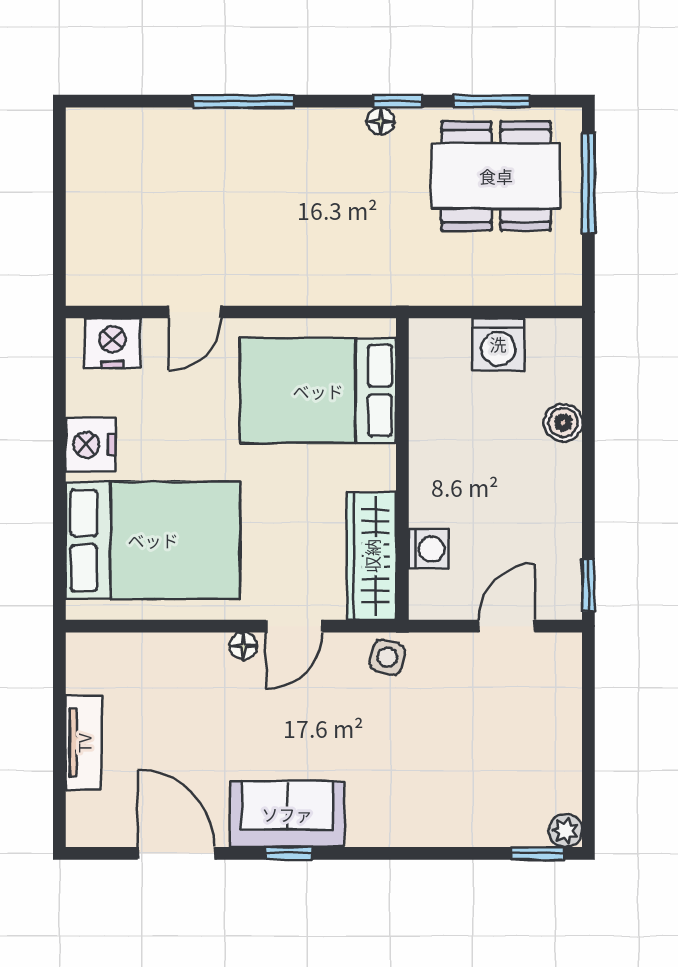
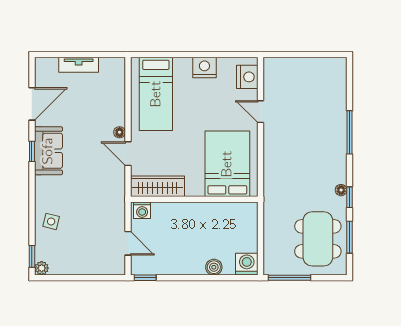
window: (588, 183) -> (289, 278), moved
washing machine: (498, 344) -> (247, 264), moved, turned 90
bed: (153, 540) -> (156, 94), width x0.67
washing machine: (428, 549) -> (142, 210), moved
side table: (387, 657) -> (51, 221), moved

